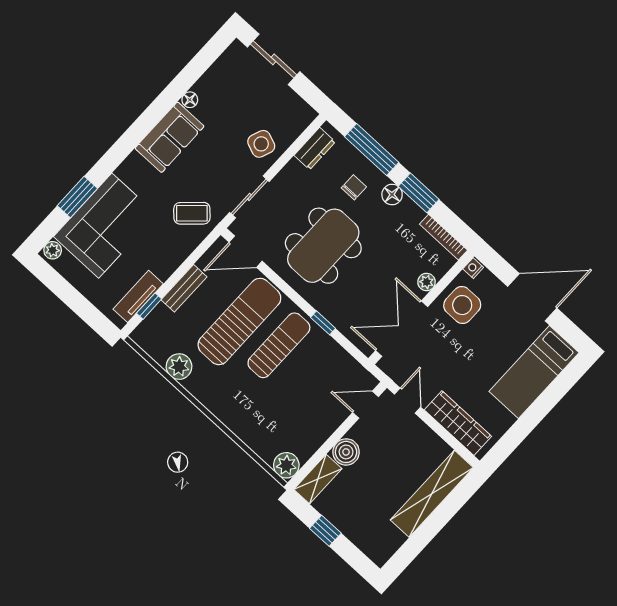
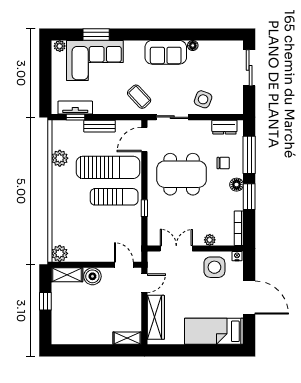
door: (246, 252) -> (144, 139), hinge flipped
double door: (402, 329) -> (176, 249), width x0.73
shelving: (432, 494) -> (127, 338), width x0.45, depth x0.75

